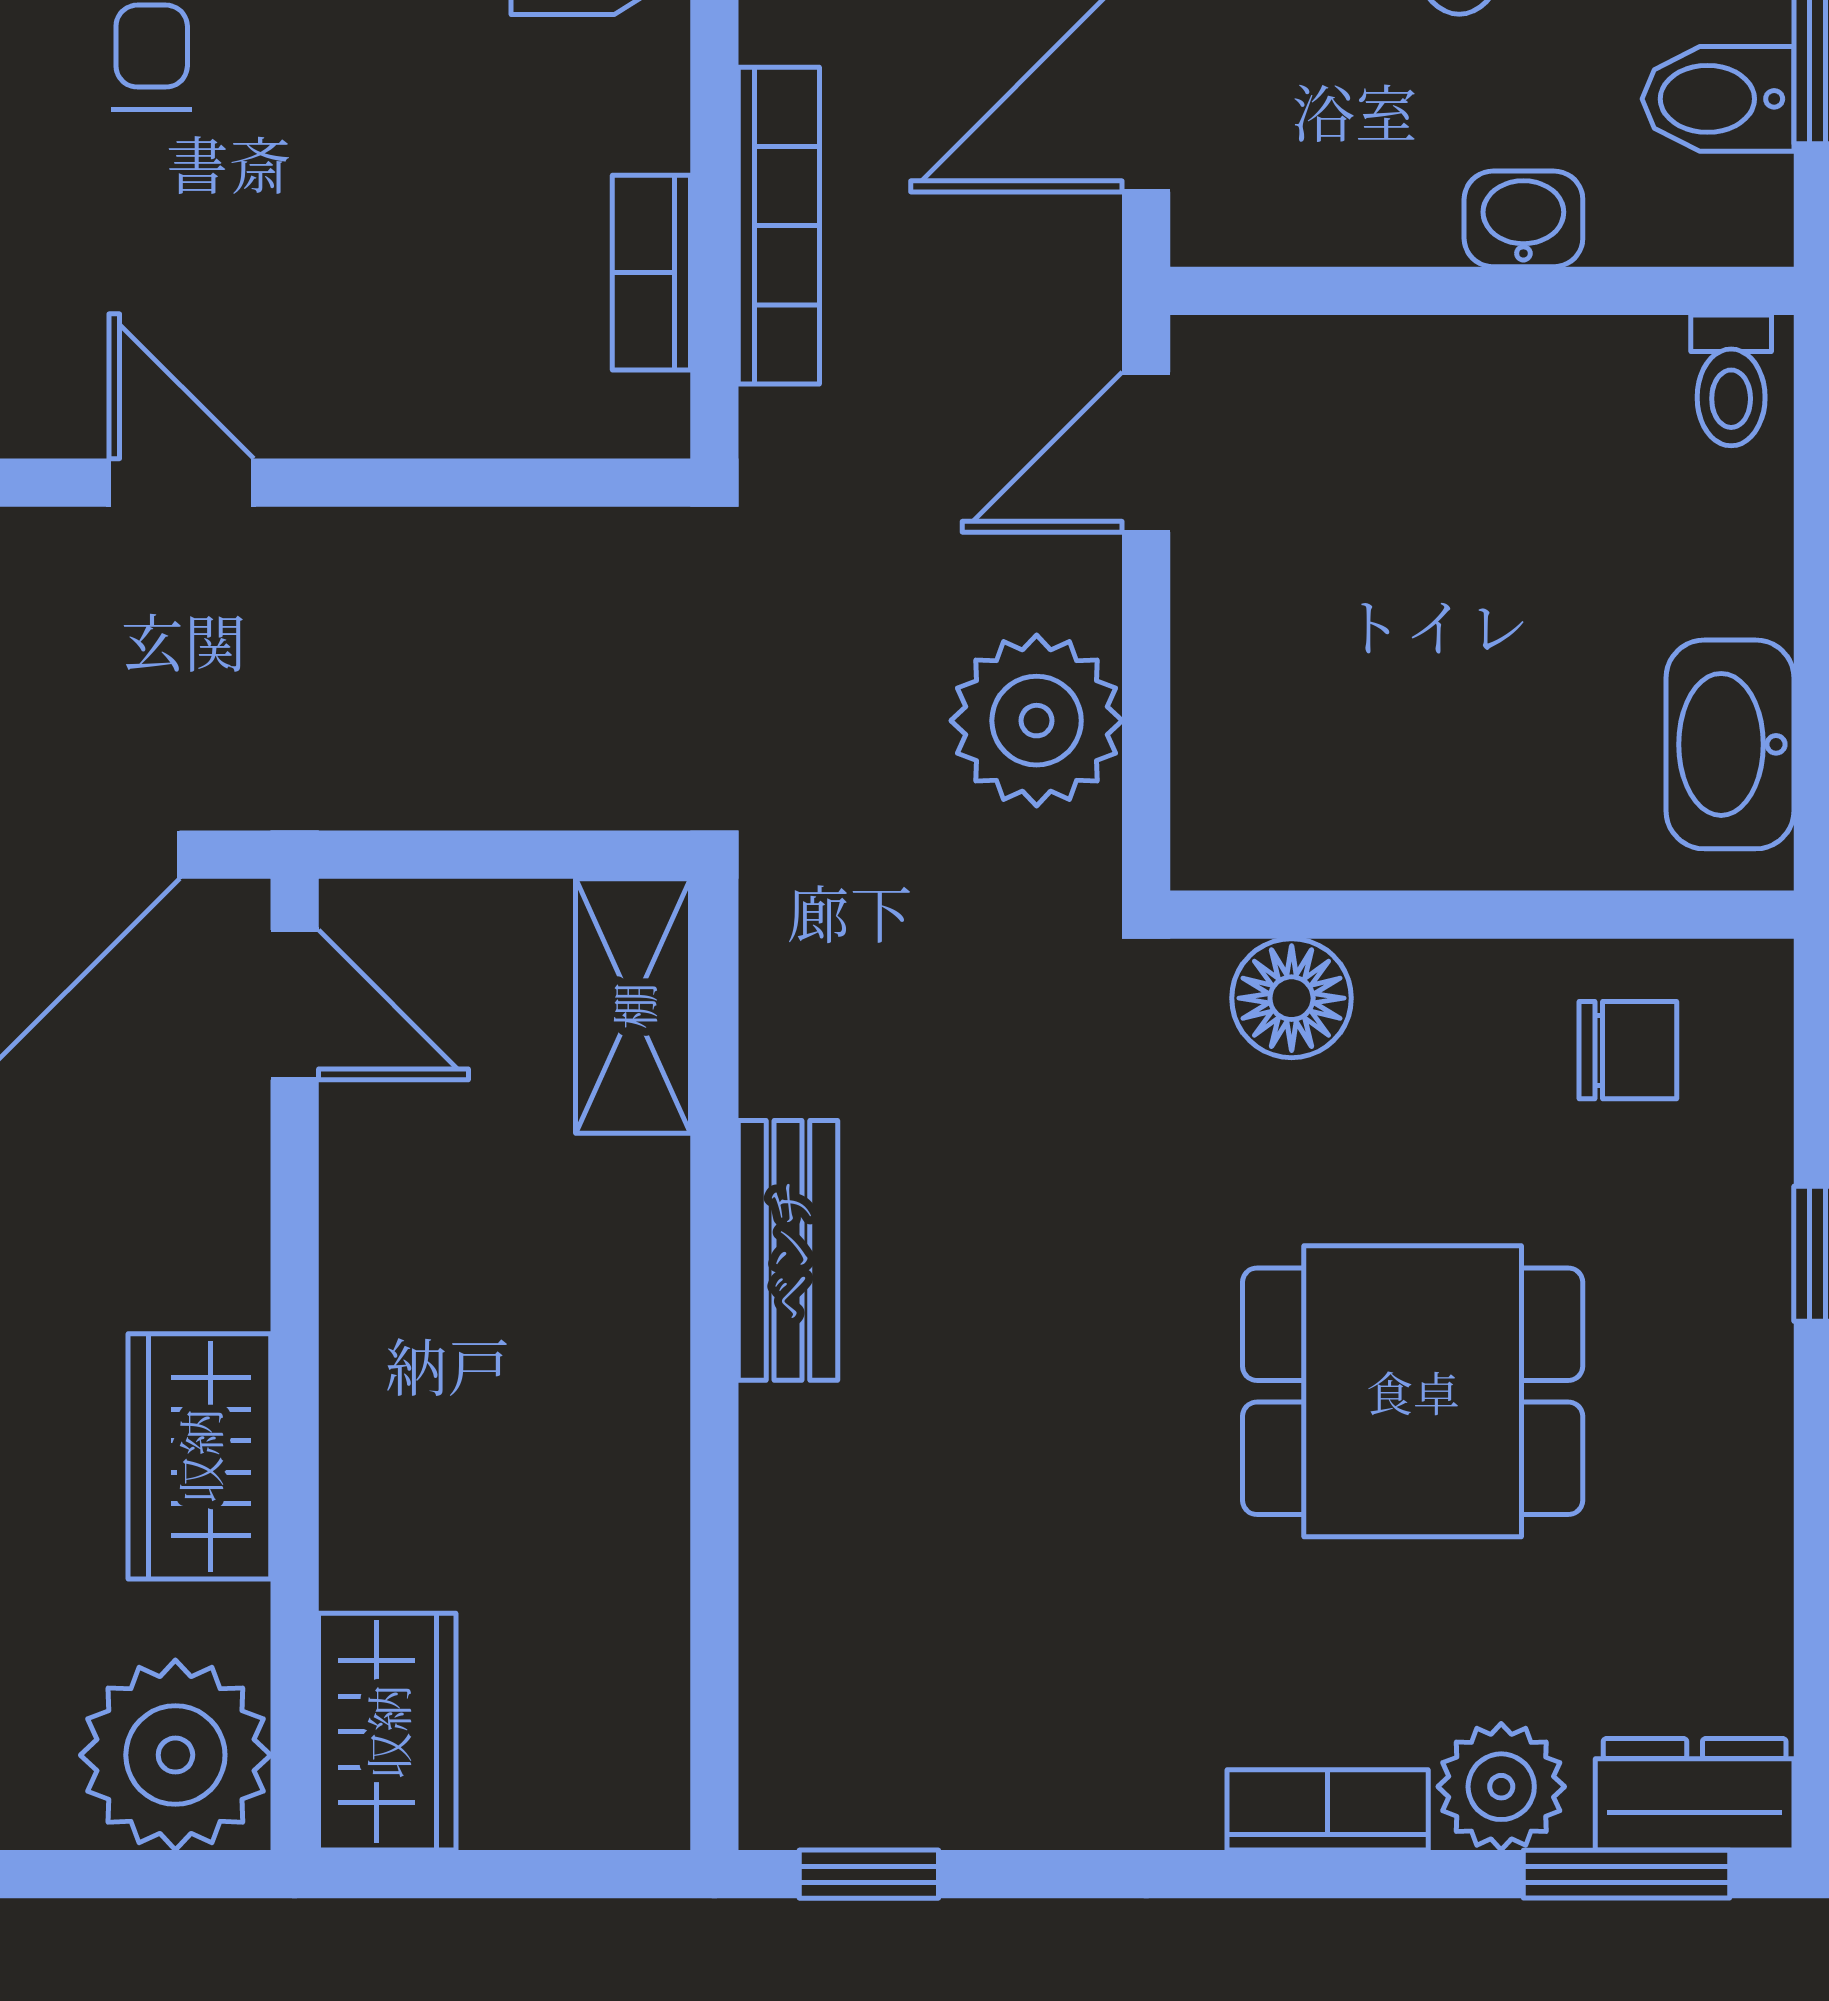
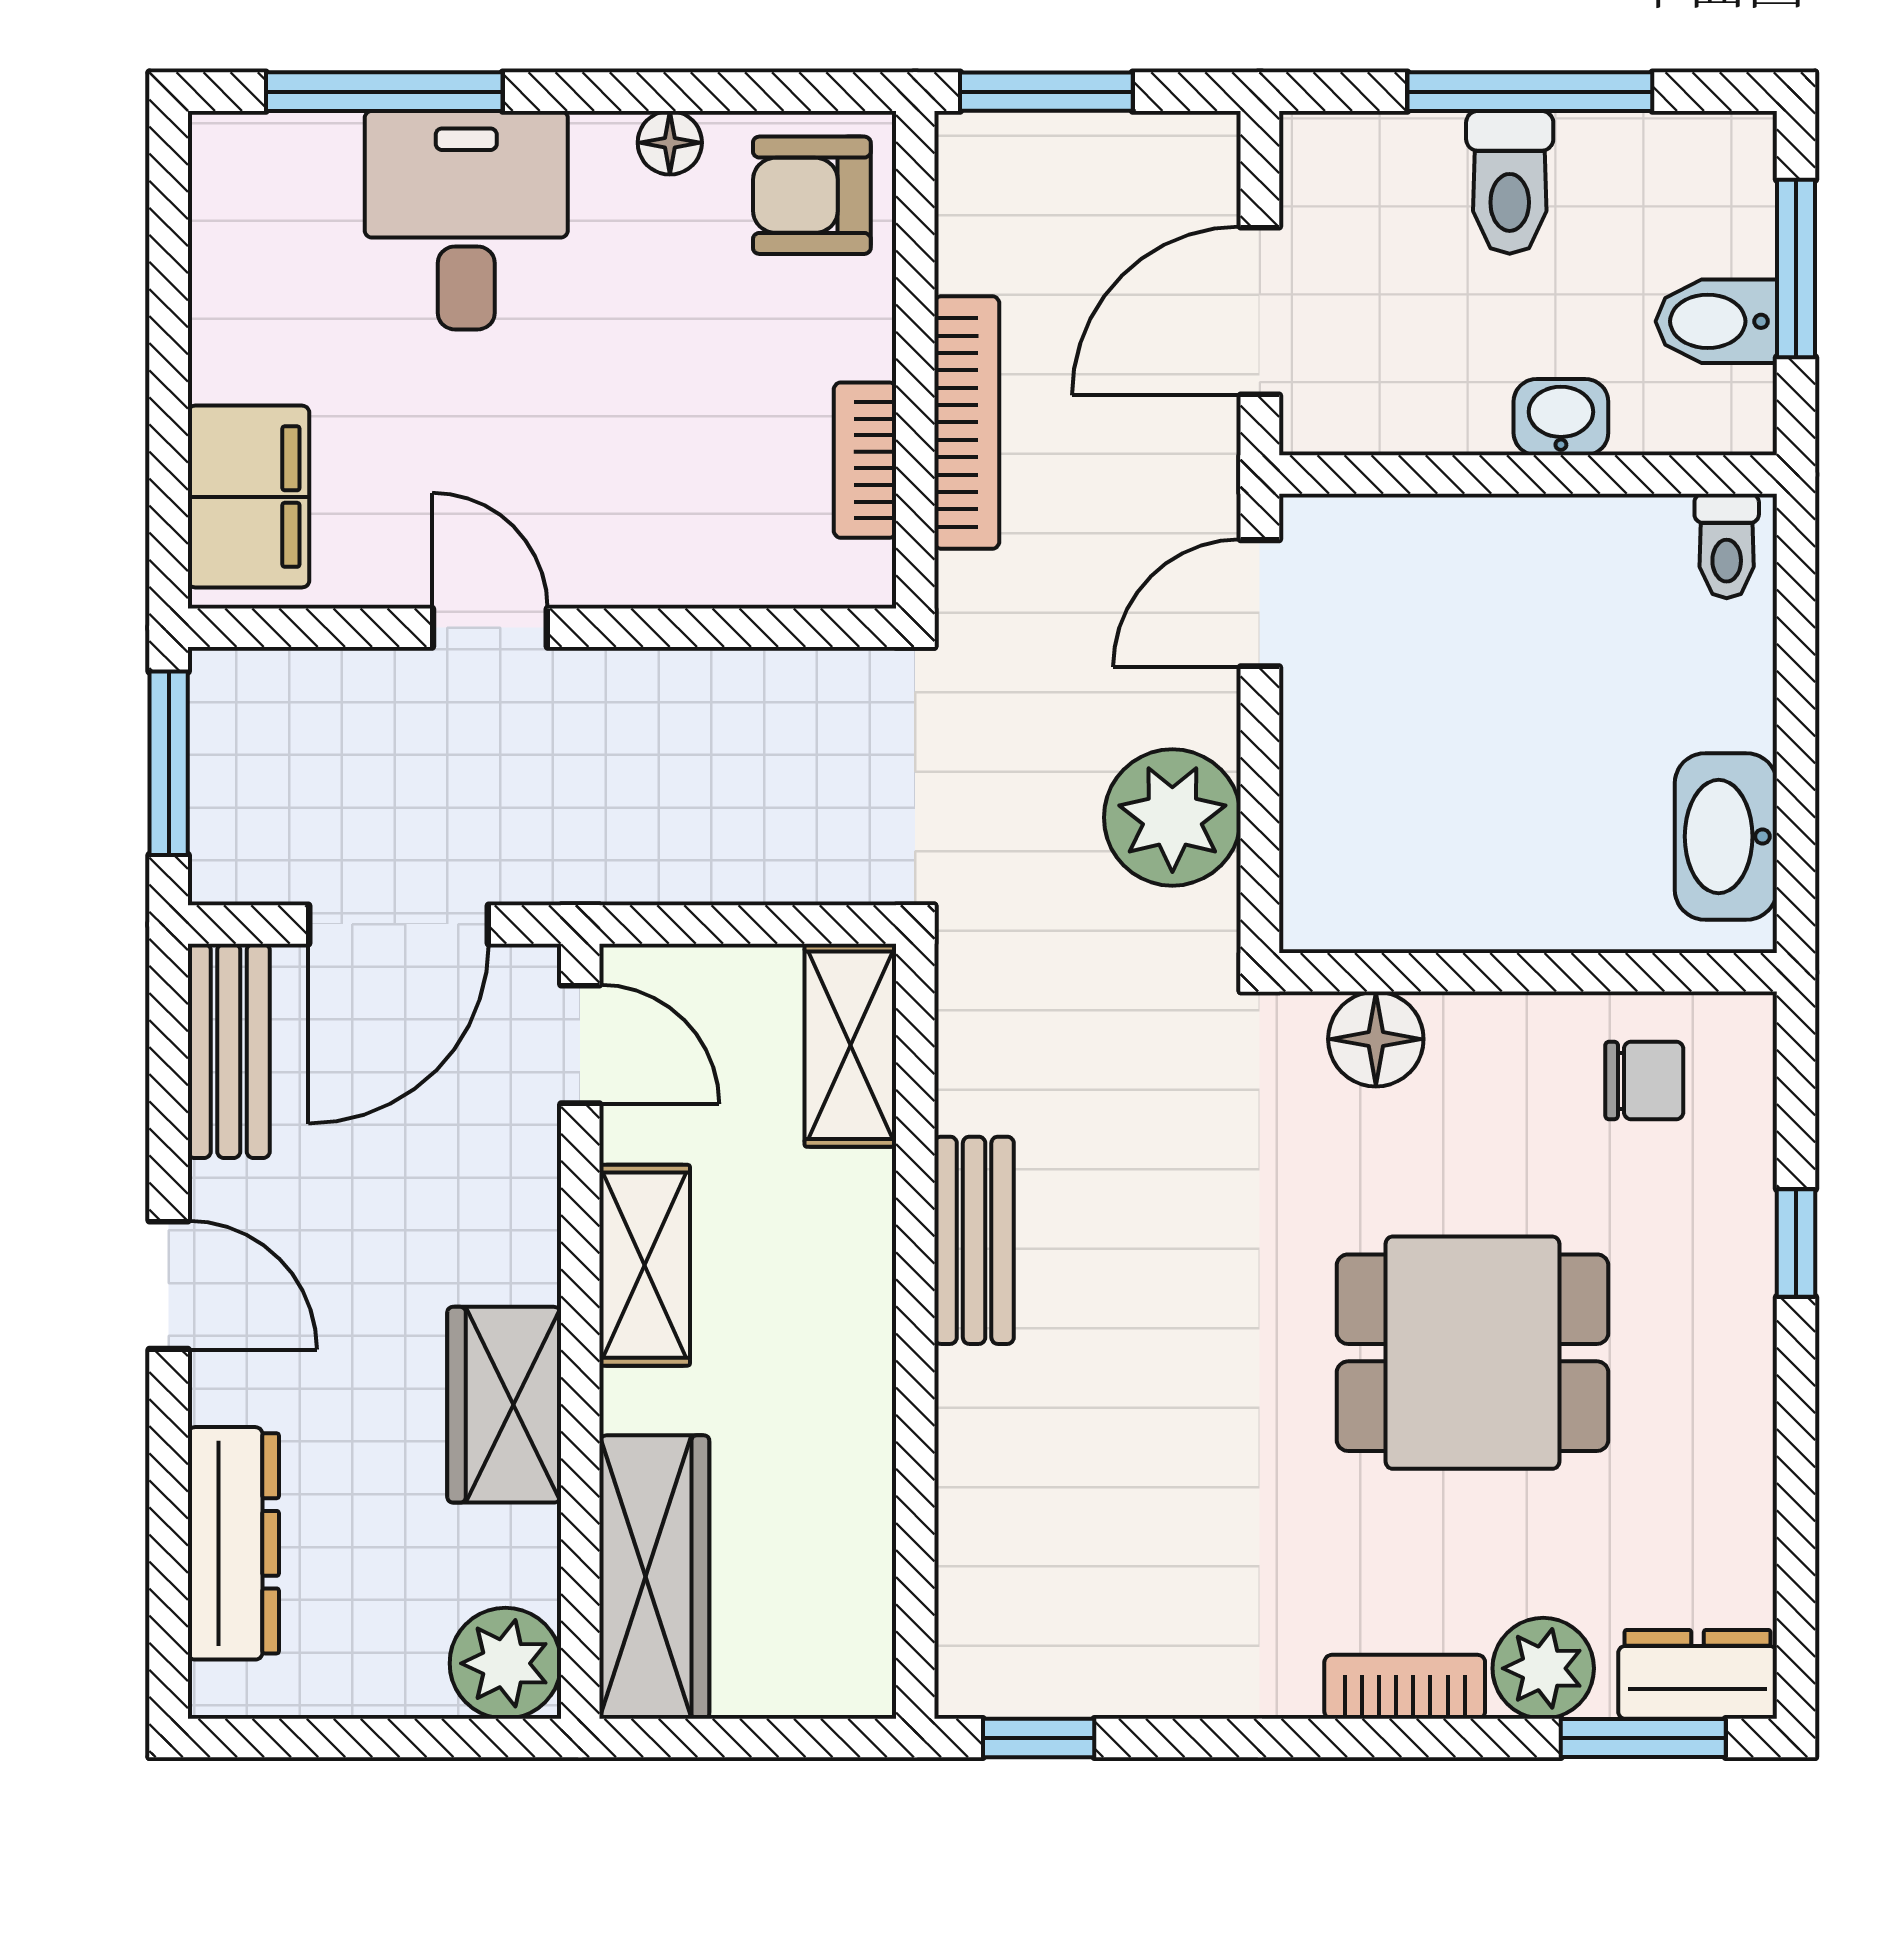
shelving: (375, 1282) -> (645, 1265), added
wardrobe: (387, 1732) -> (654, 1577), width x1.50
plant: (175, 1755) -> (505, 1663), width x0.73, depth x0.73

